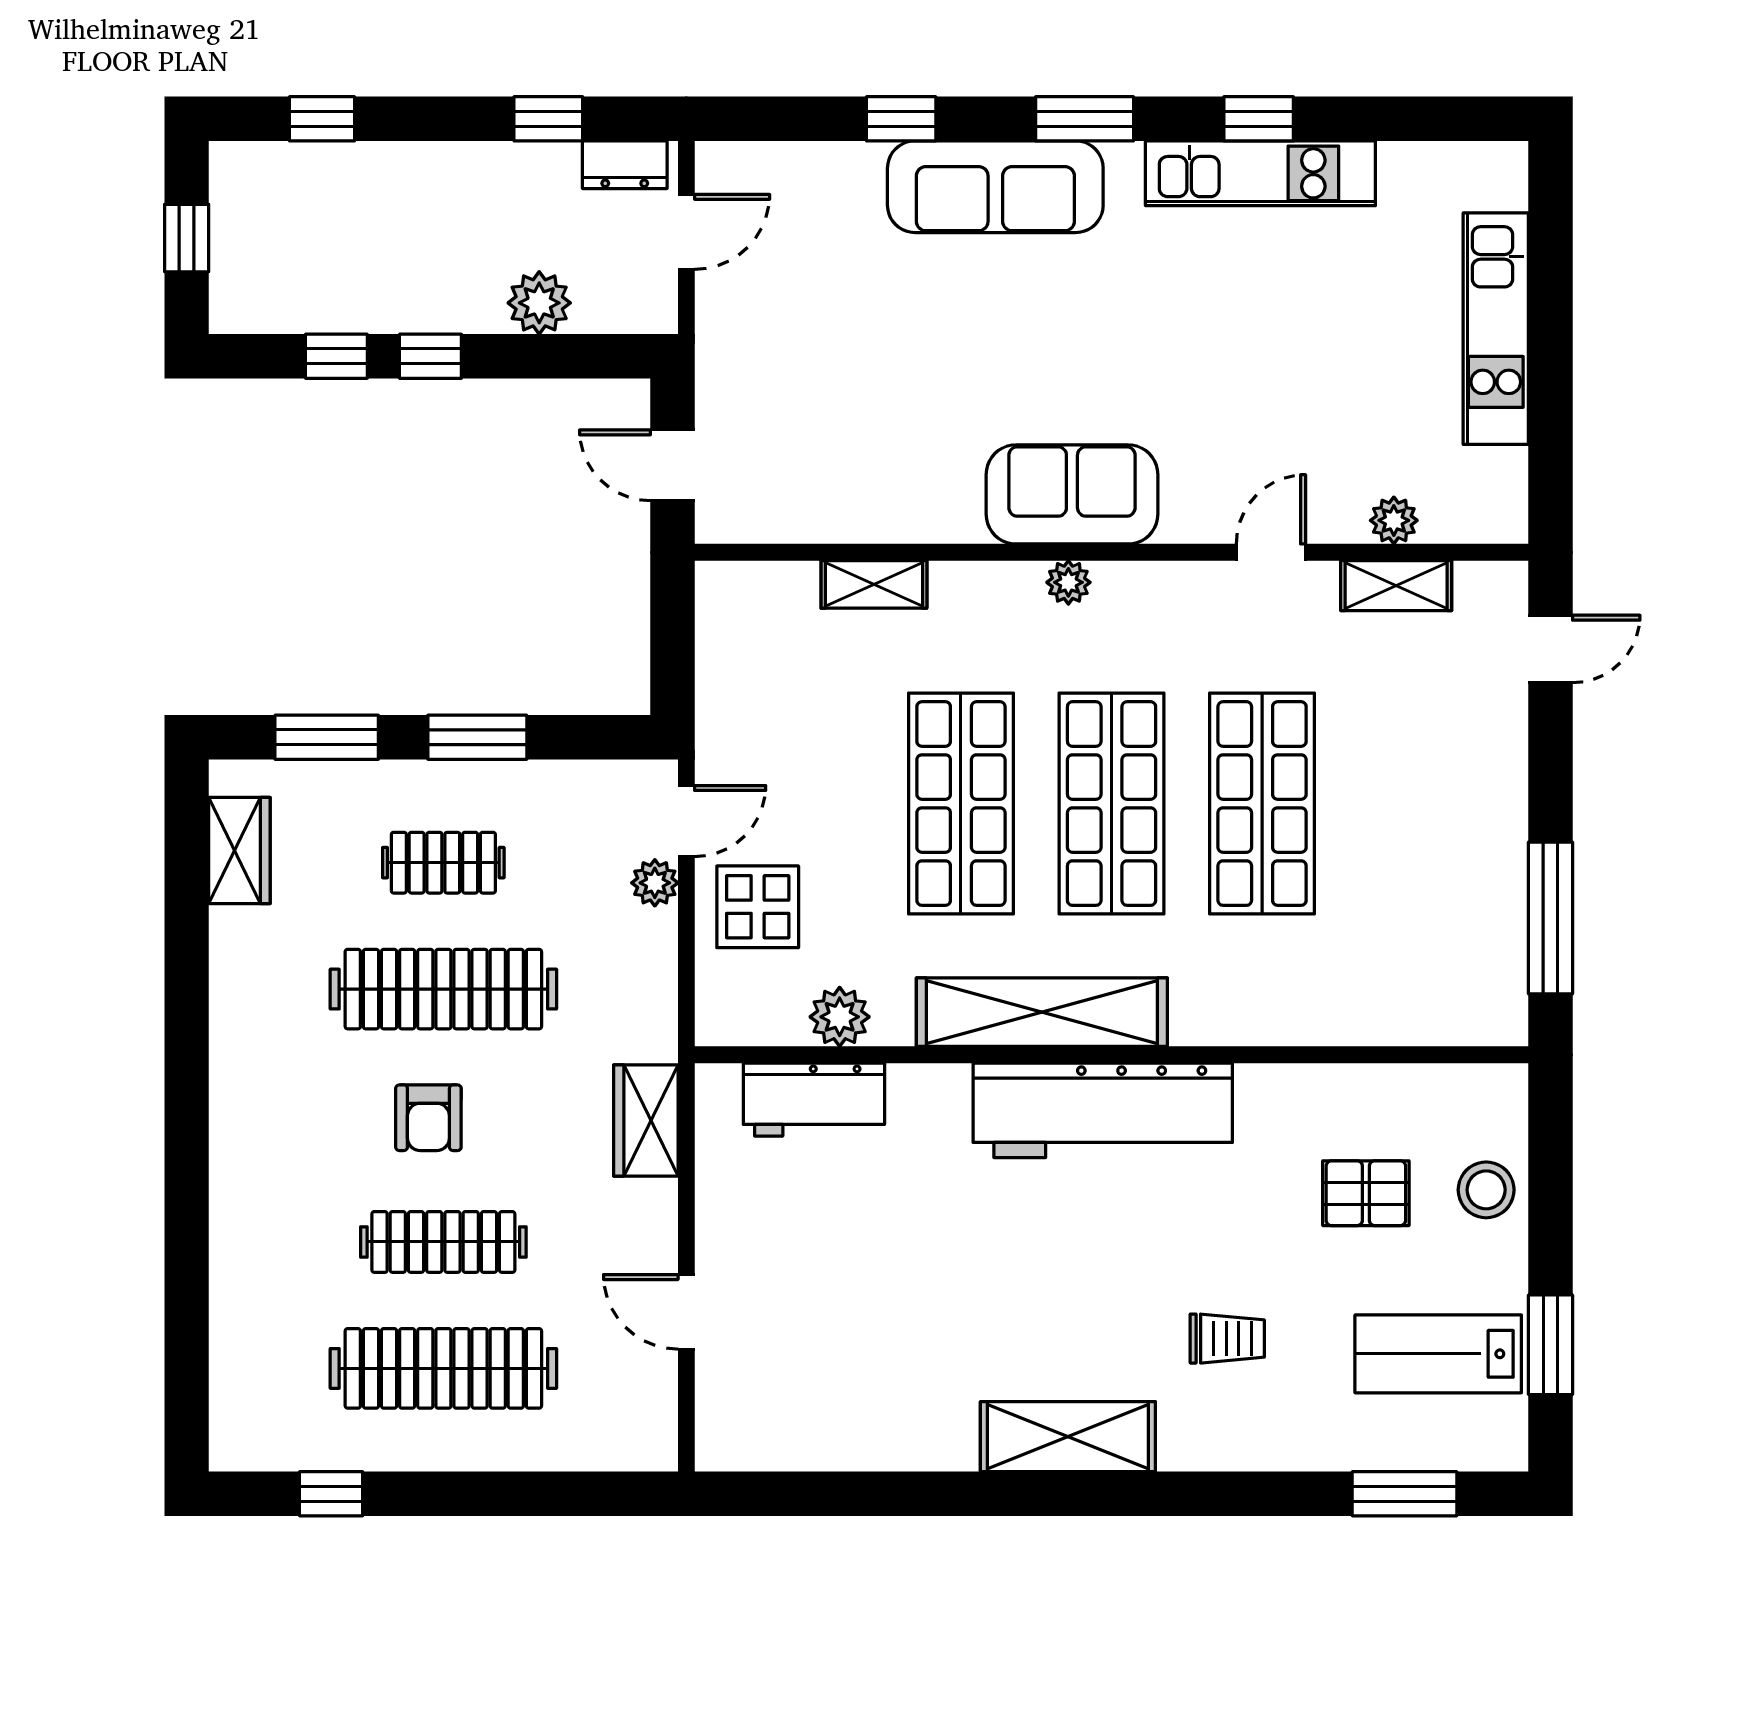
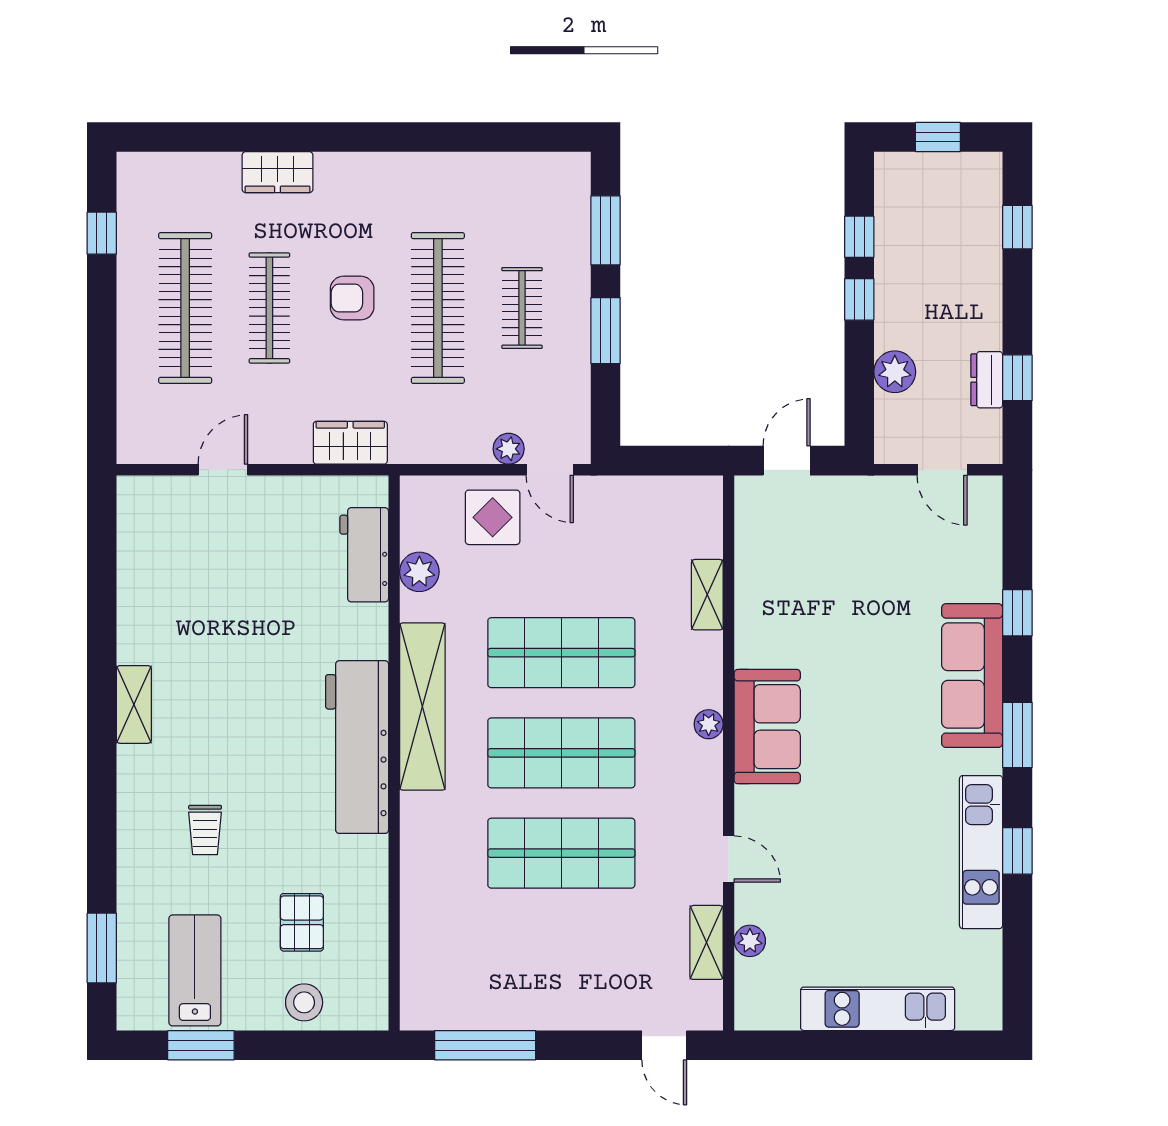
dresser: (625, 165) -> (987, 380), moved
wardrobe: (239, 851) -> (278, 172), moved
shelving: (1068, 1437) -> (134, 704), width x0.67, depth x0.75

